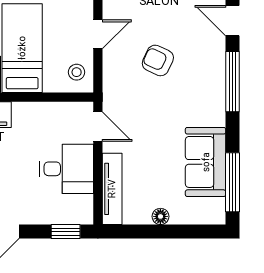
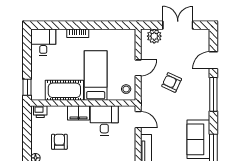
door: (232, 21) -> (213, 60), hinge flipped
desk: (67, 169) -> (104, 120), moved, turned -90

